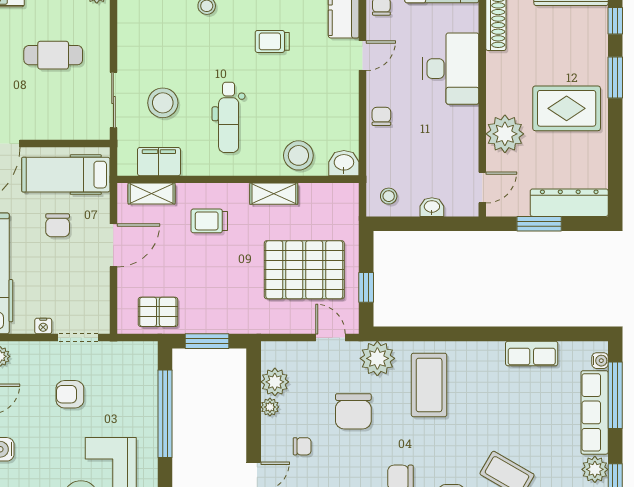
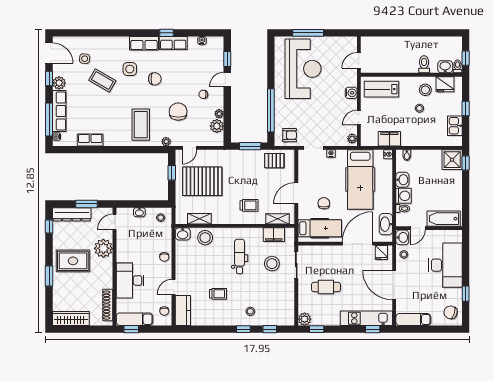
window: (615, 21) -> (49, 226), moved
shelving: (274, 194) -> (199, 219), moved
door: (331, 337) -> (189, 148), hinge flipped
plant: (377, 358) -> (166, 142), width x0.53, depth x0.53
armchair: (70, 394) -> (290, 135), moved

